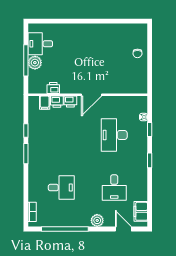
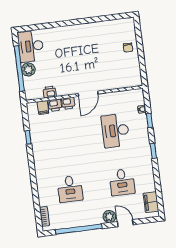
desk: (40, 44) -> (31, 46), width x1.37
window: (26, 60) -> (19, 68), width x1.46
window: (26, 154) -> (31, 160), removed
desk: (61, 188) -> (70, 189), turned 90
door: (123, 229) -> (125, 223), moved

